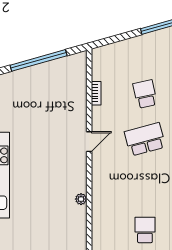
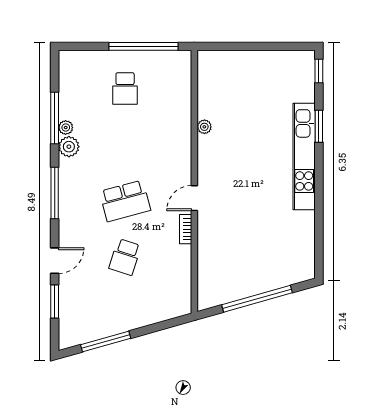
bookcase: (96, 93) -> (186, 229), moved
school desk: (145, 94) -> (125, 257), turned 30

